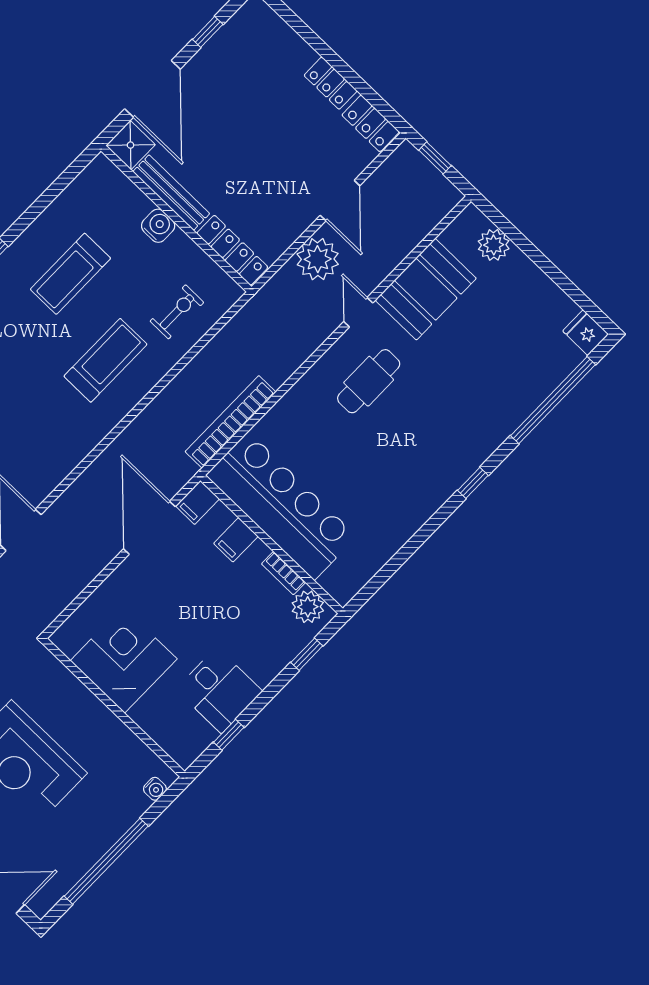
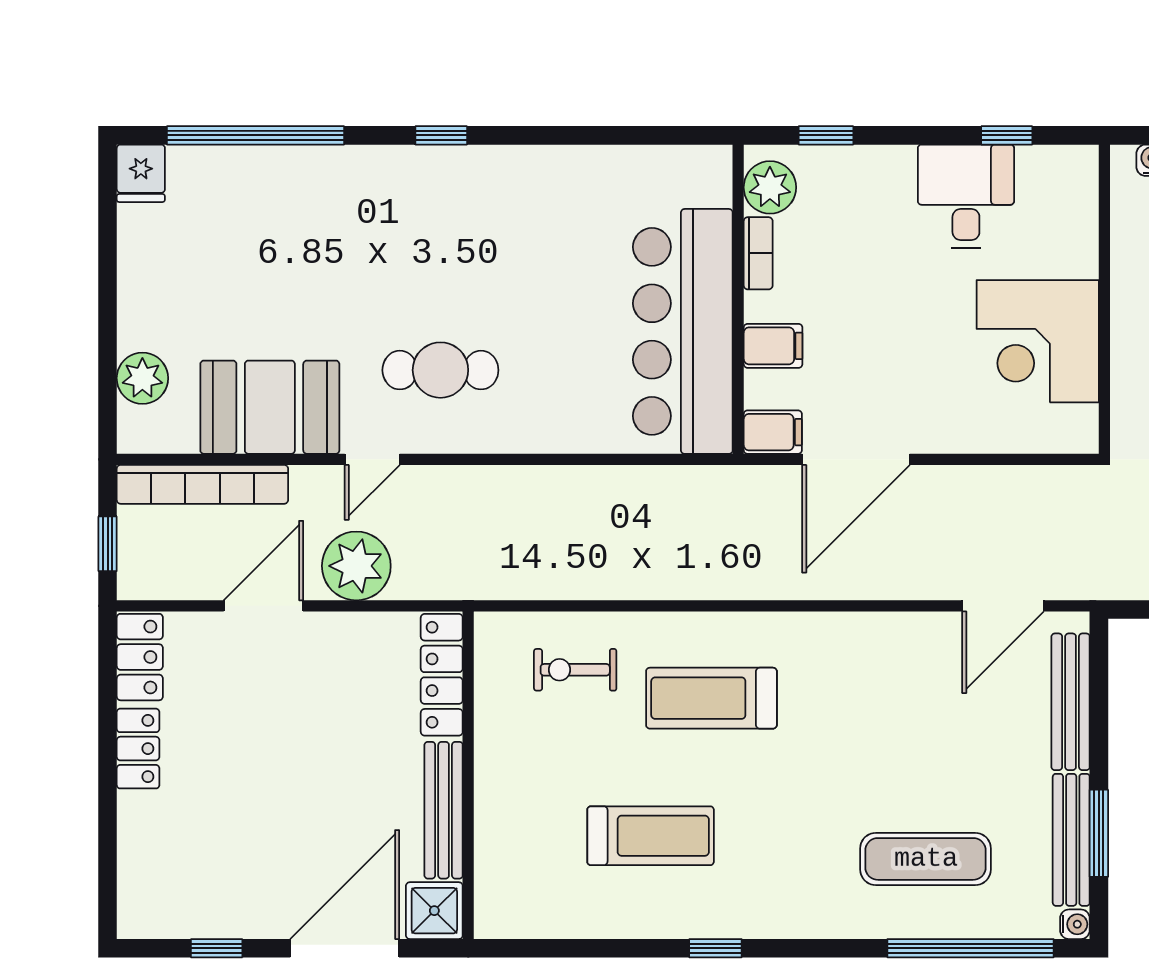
water cooler: (158, 226) -> (497, 788), removed
bookcase: (231, 422) -> (202, 484), moved

